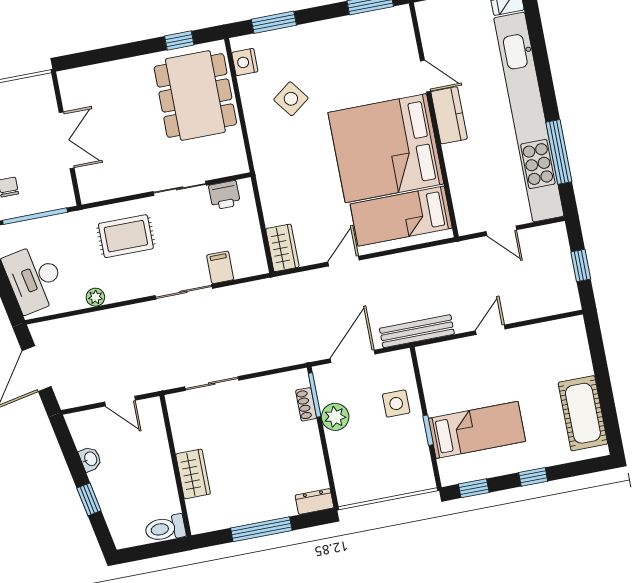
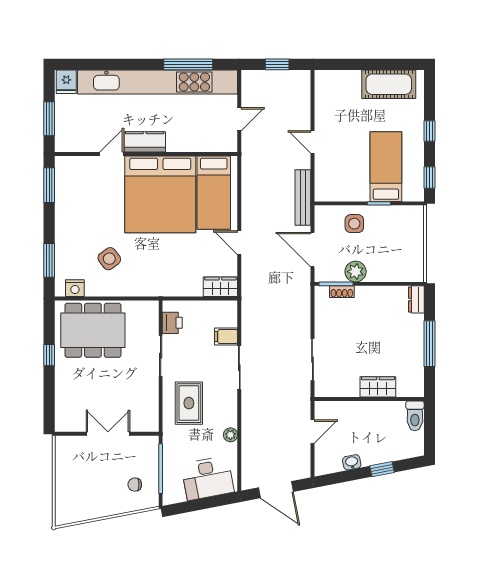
window: (179, 40) -> (49, 355), moved

